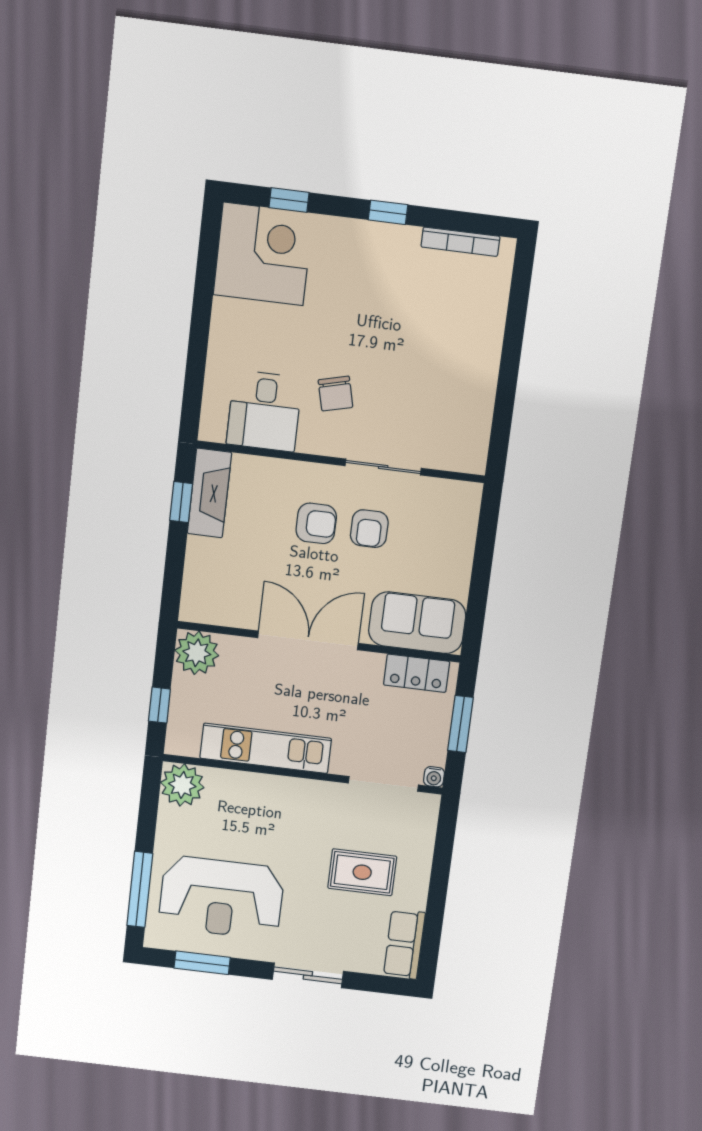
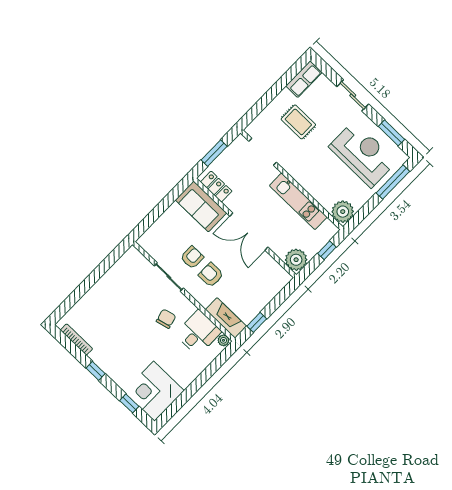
plant: (213, 430) -> (223, 340), added
fireplace: (209, 493) -> (226, 318), moved, turned 90
water cooler: (434, 777) -> (240, 140), removed

